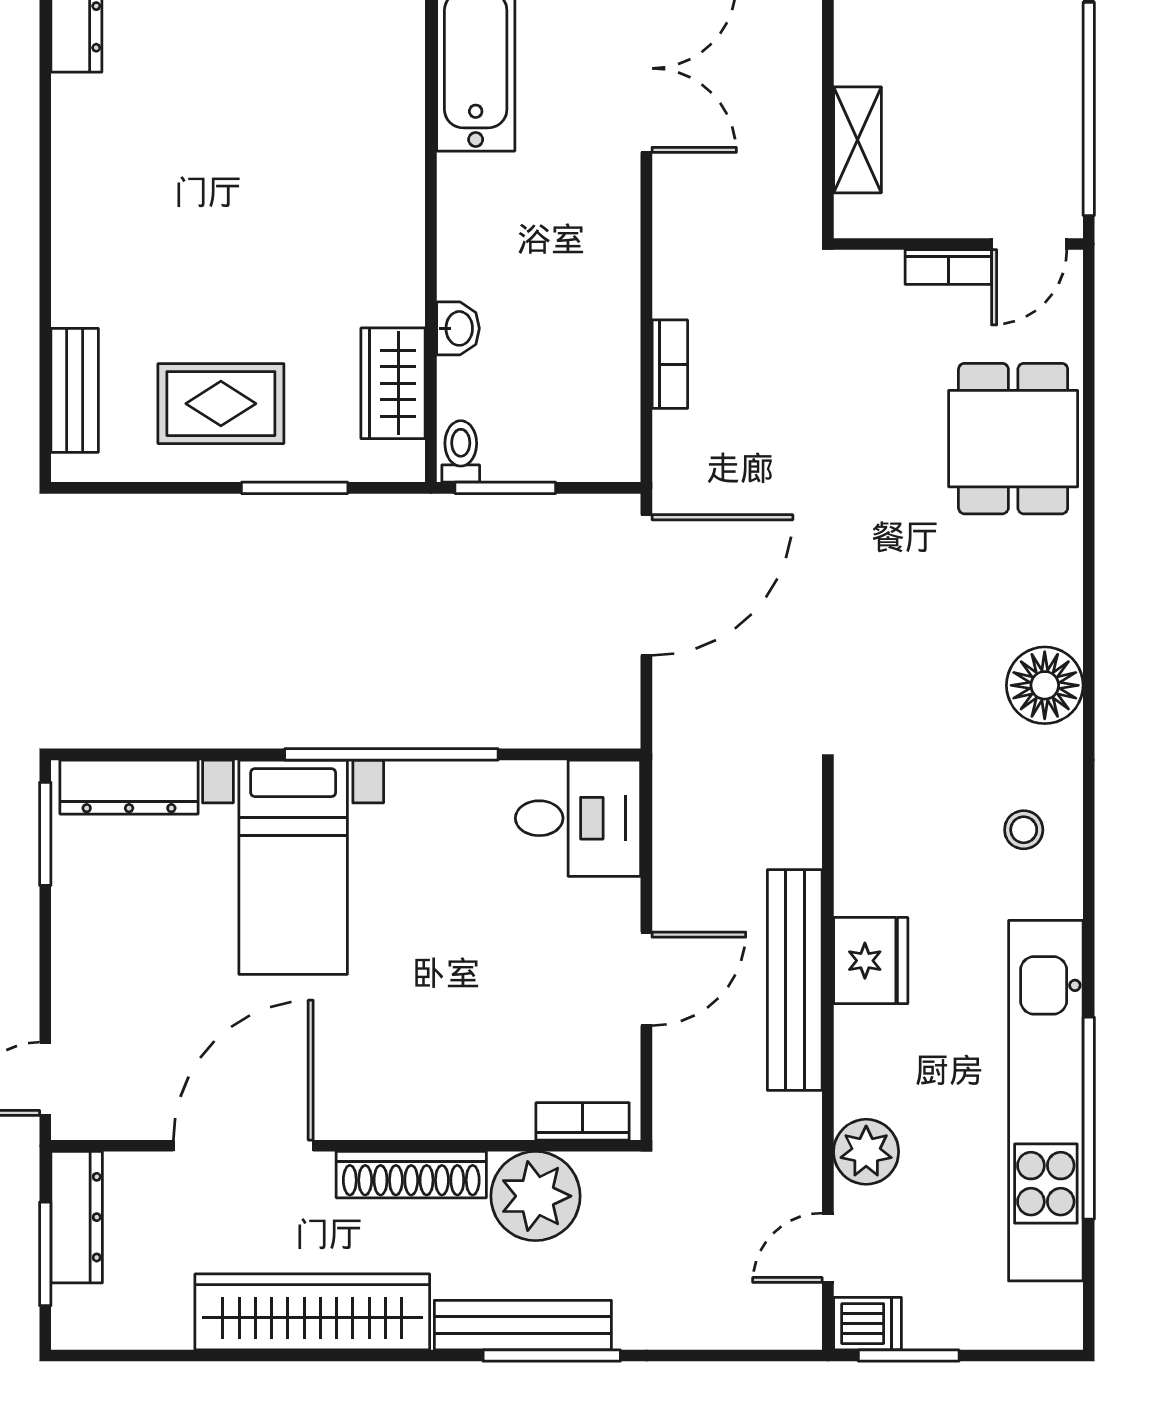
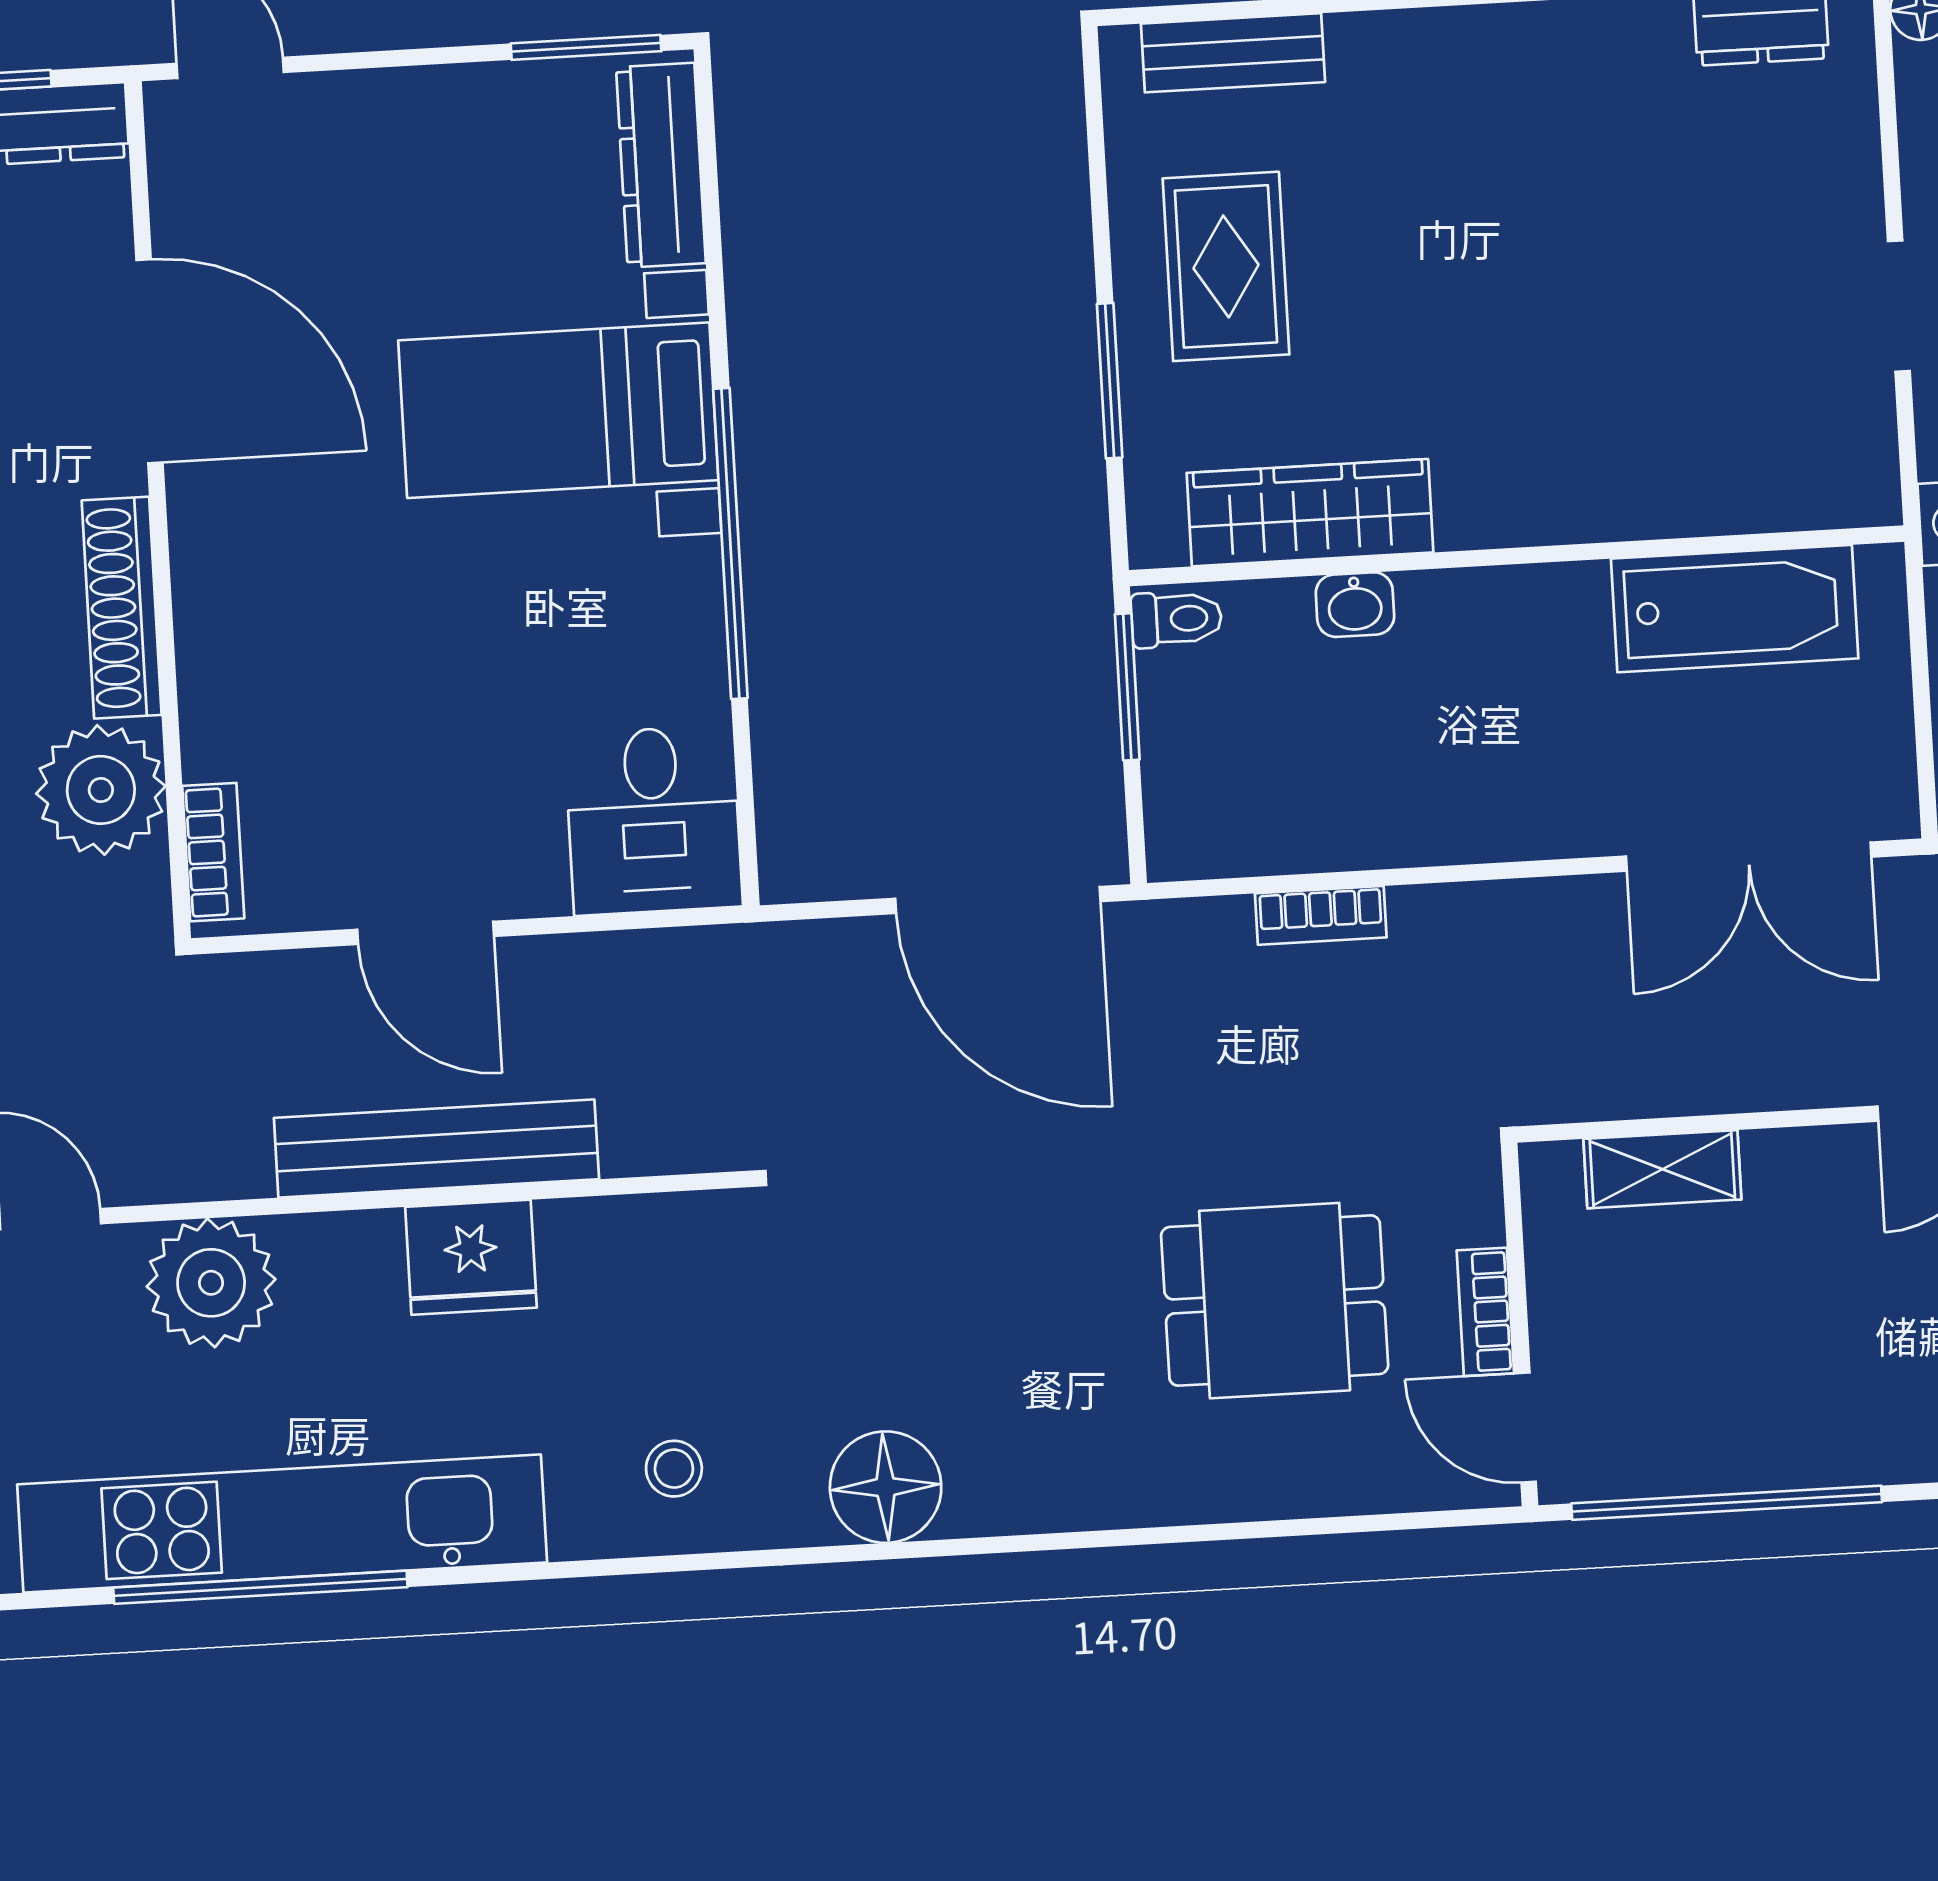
wardrobe: (393, 383) -> (1310, 513), width x1.50
dining table: (1013, 439) -> (1275, 1301), moved
plant: (866, 1152) -> (211, 1283), width x1.36, depth x1.36

